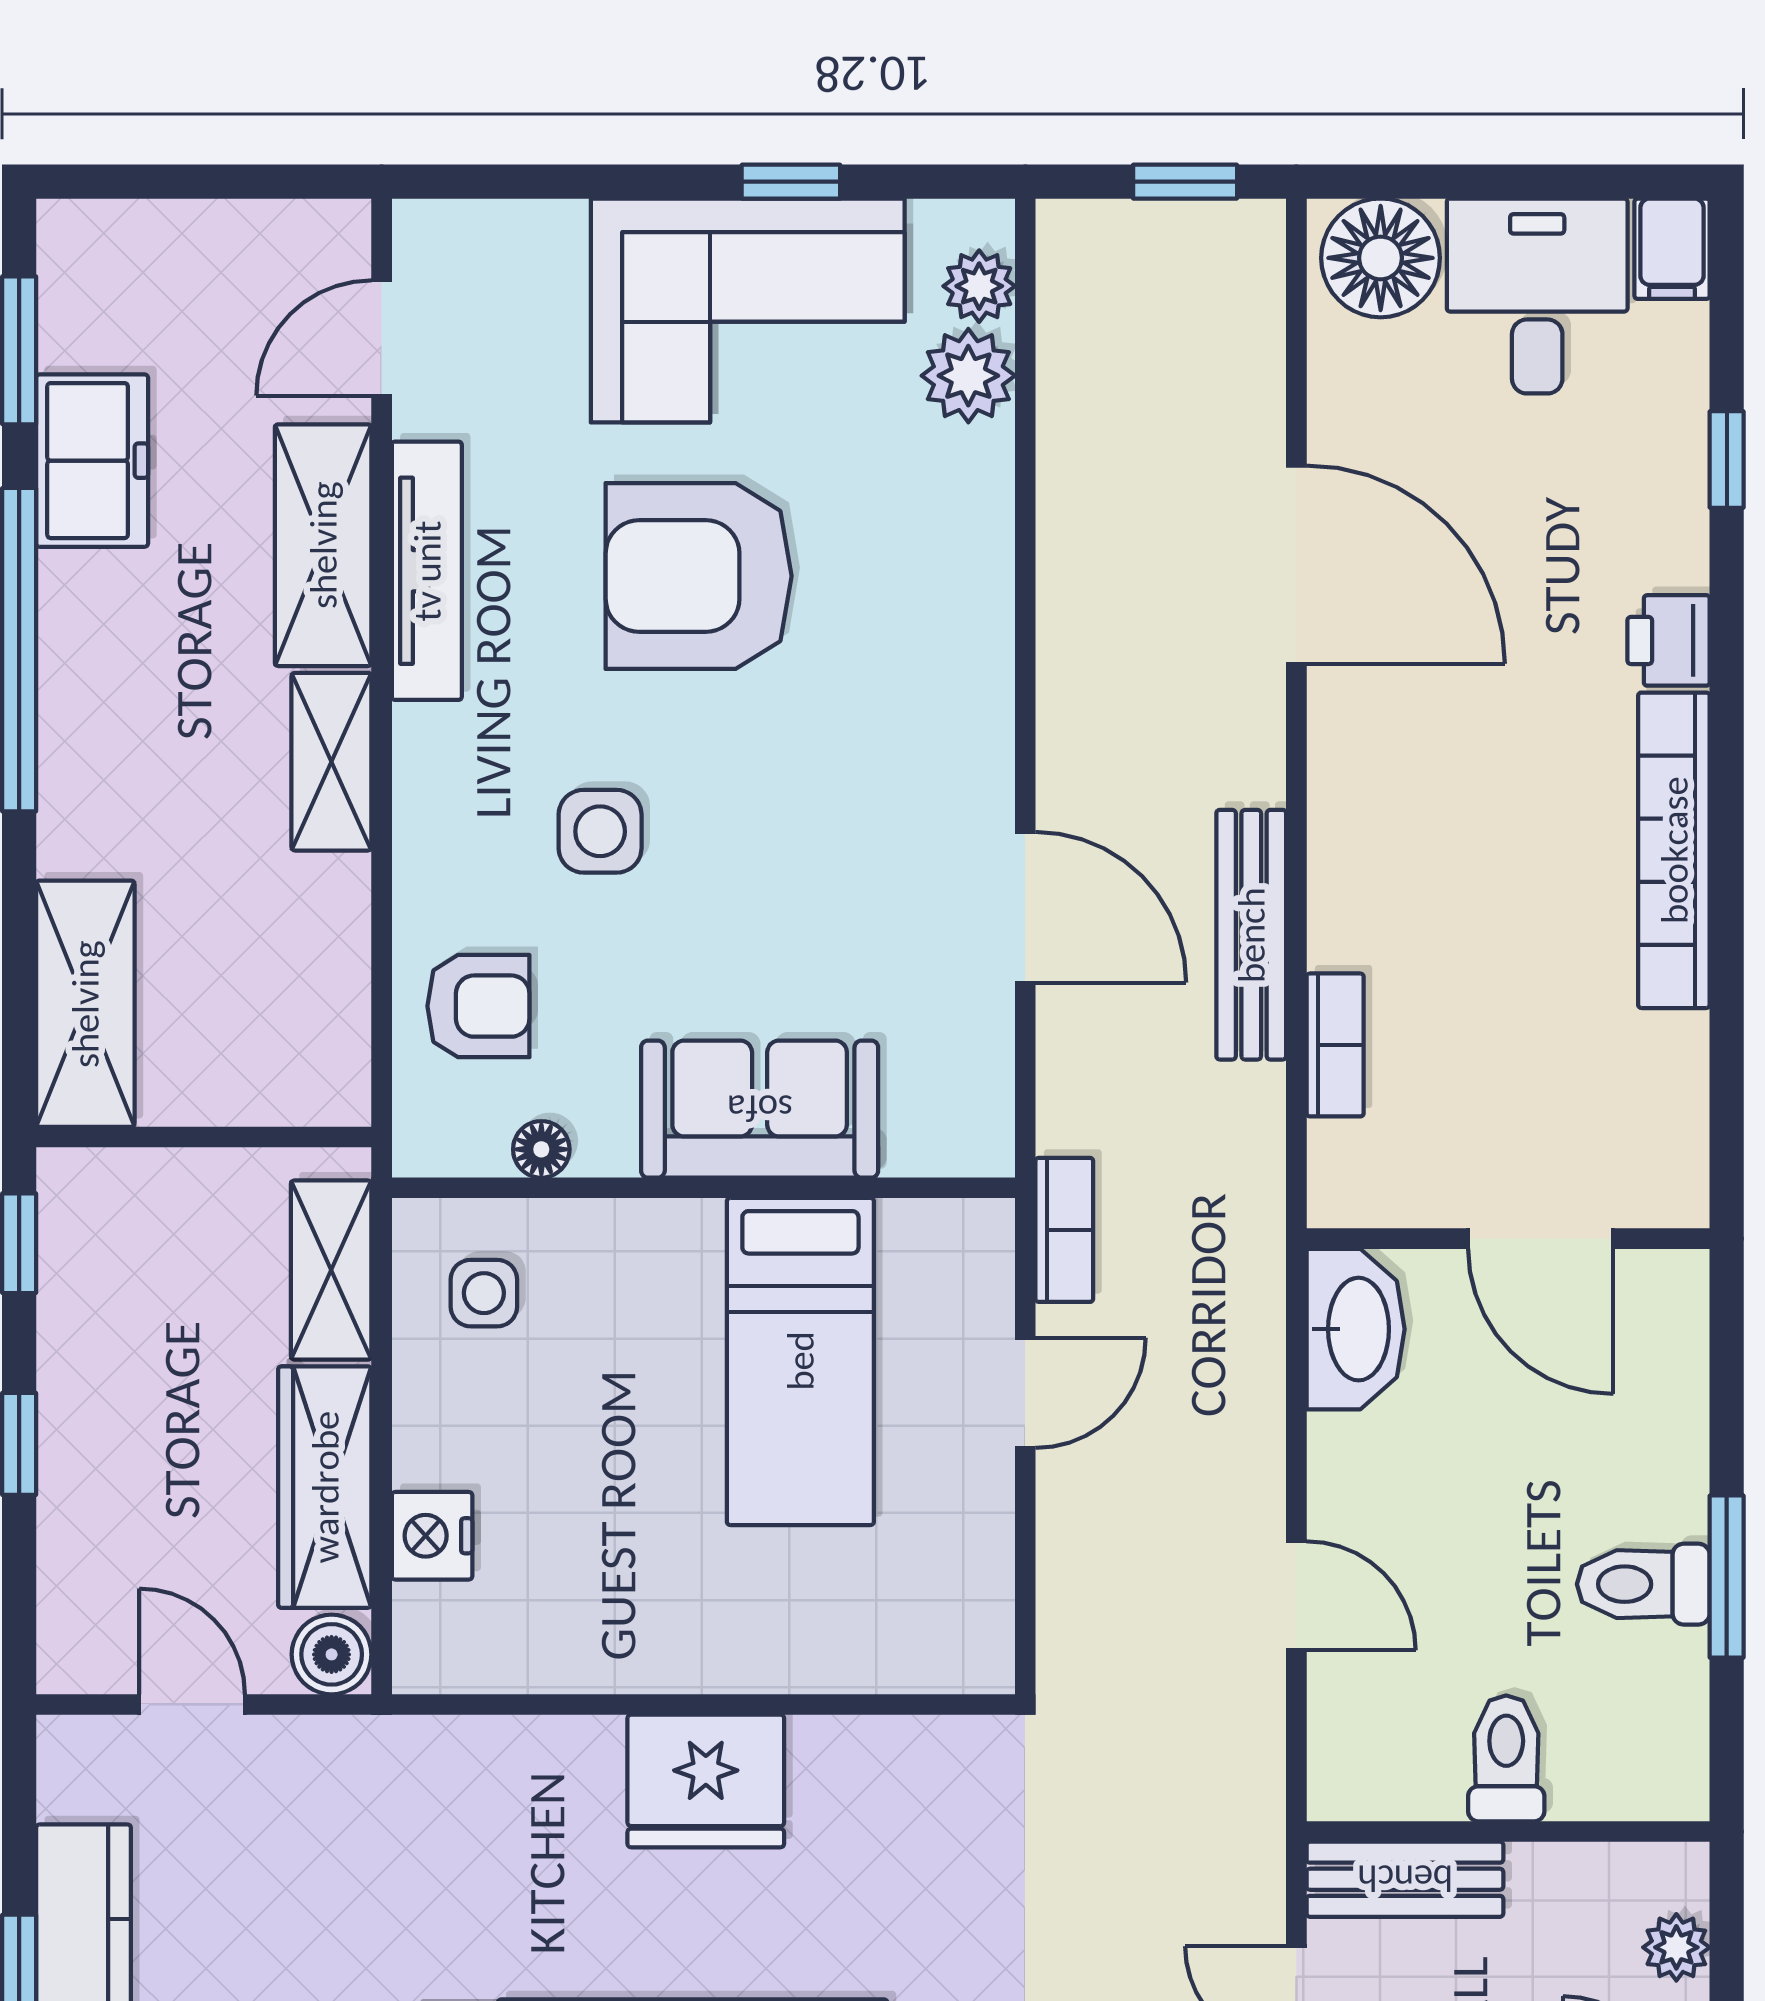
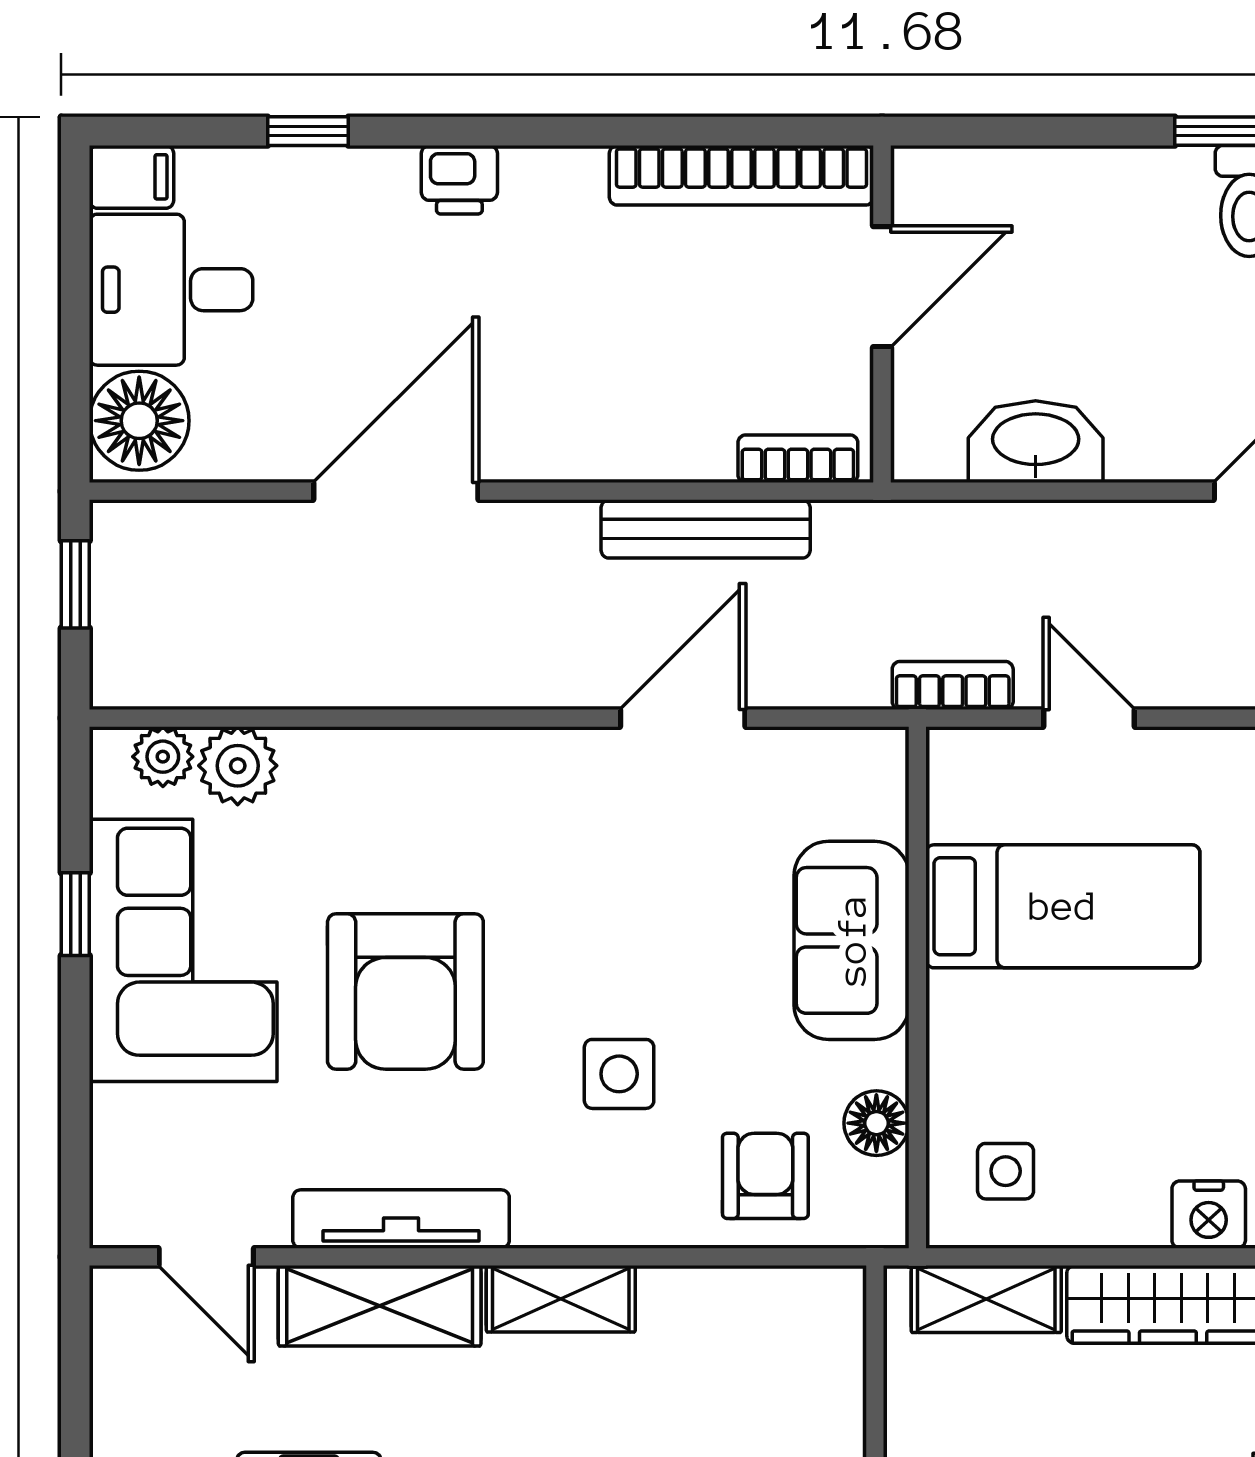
bookcase: (1674, 850) -> (741, 175), moved
floor lamp: (541, 1149) -> (876, 1123), width x1.37, depth x1.37
wall: (1508, 1239) -> (882, 314), moved
door: (1541, 1239) -> (882, 287), moved

